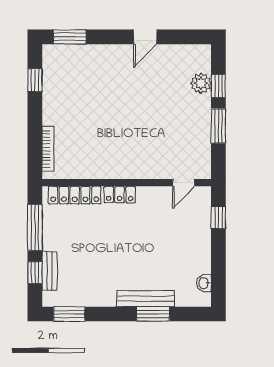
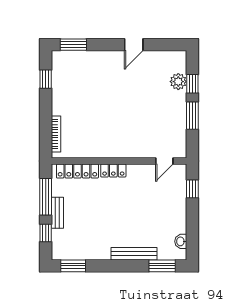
bench: (50, 271) -> (57, 213), moved
window: (153, 314) -> (162, 266), moved

